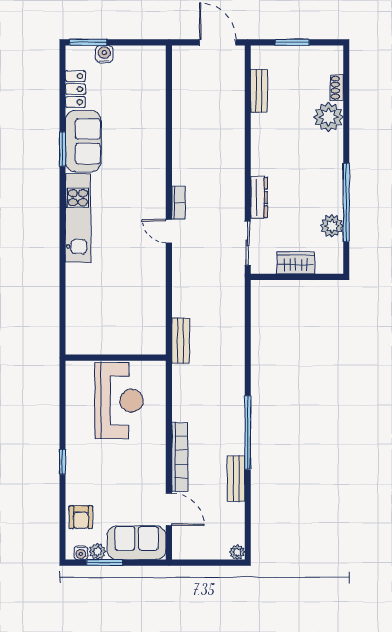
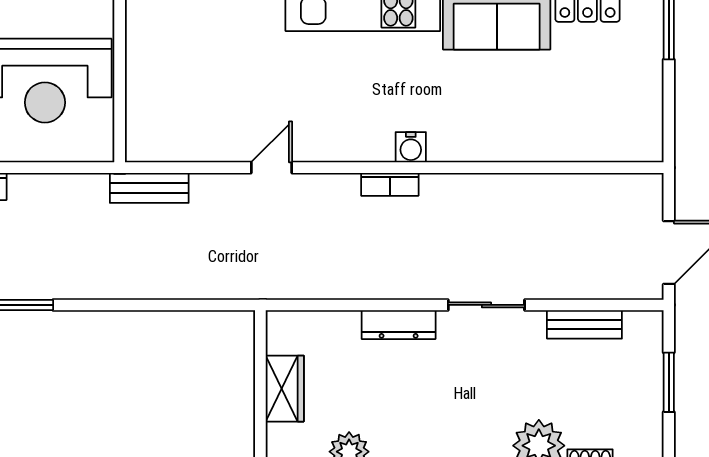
water cooler: (104, 54) -> (411, 147), moved, turned 90
door: (169, 231) -> (272, 168), moved
sliding door: (248, 243) -> (486, 305), moved

